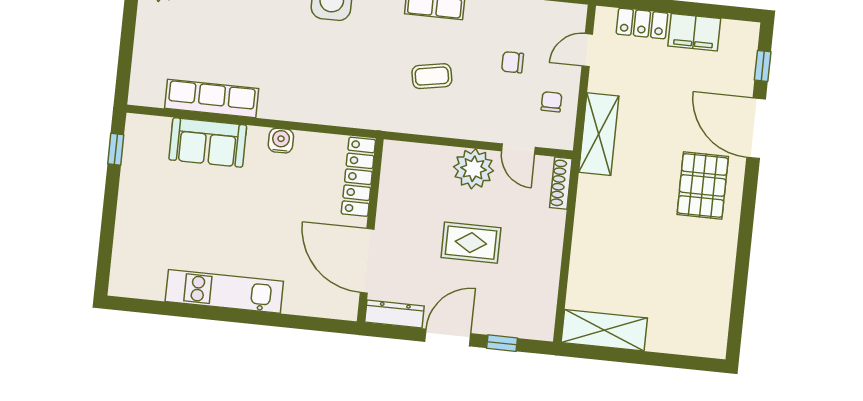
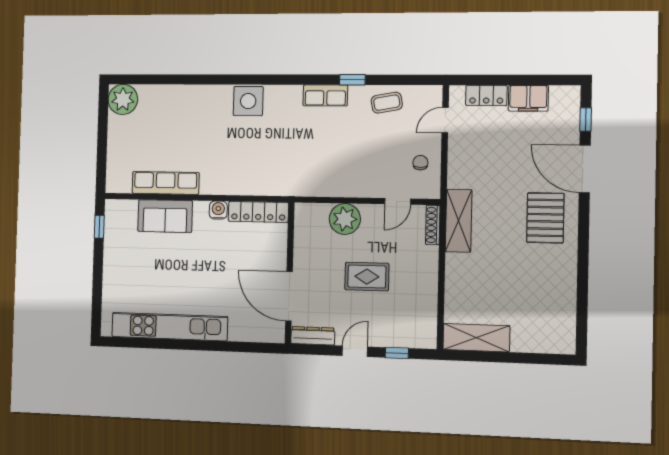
chair: (513, 62) -> (388, 135), removed
coffee table: (432, 76) -> (387, 103), moved
shelving: (599, 134) -> (459, 221), moved
door: (518, 149) -> (398, 201), hinge flipped
plant: (473, 169) -> (345, 219), moved
locker: (358, 177) -> (258, 212), moved, turned -90
kitchen unit: (224, 291) -> (169, 327), width x1.36
door: (448, 338) -> (355, 351), width x0.73

